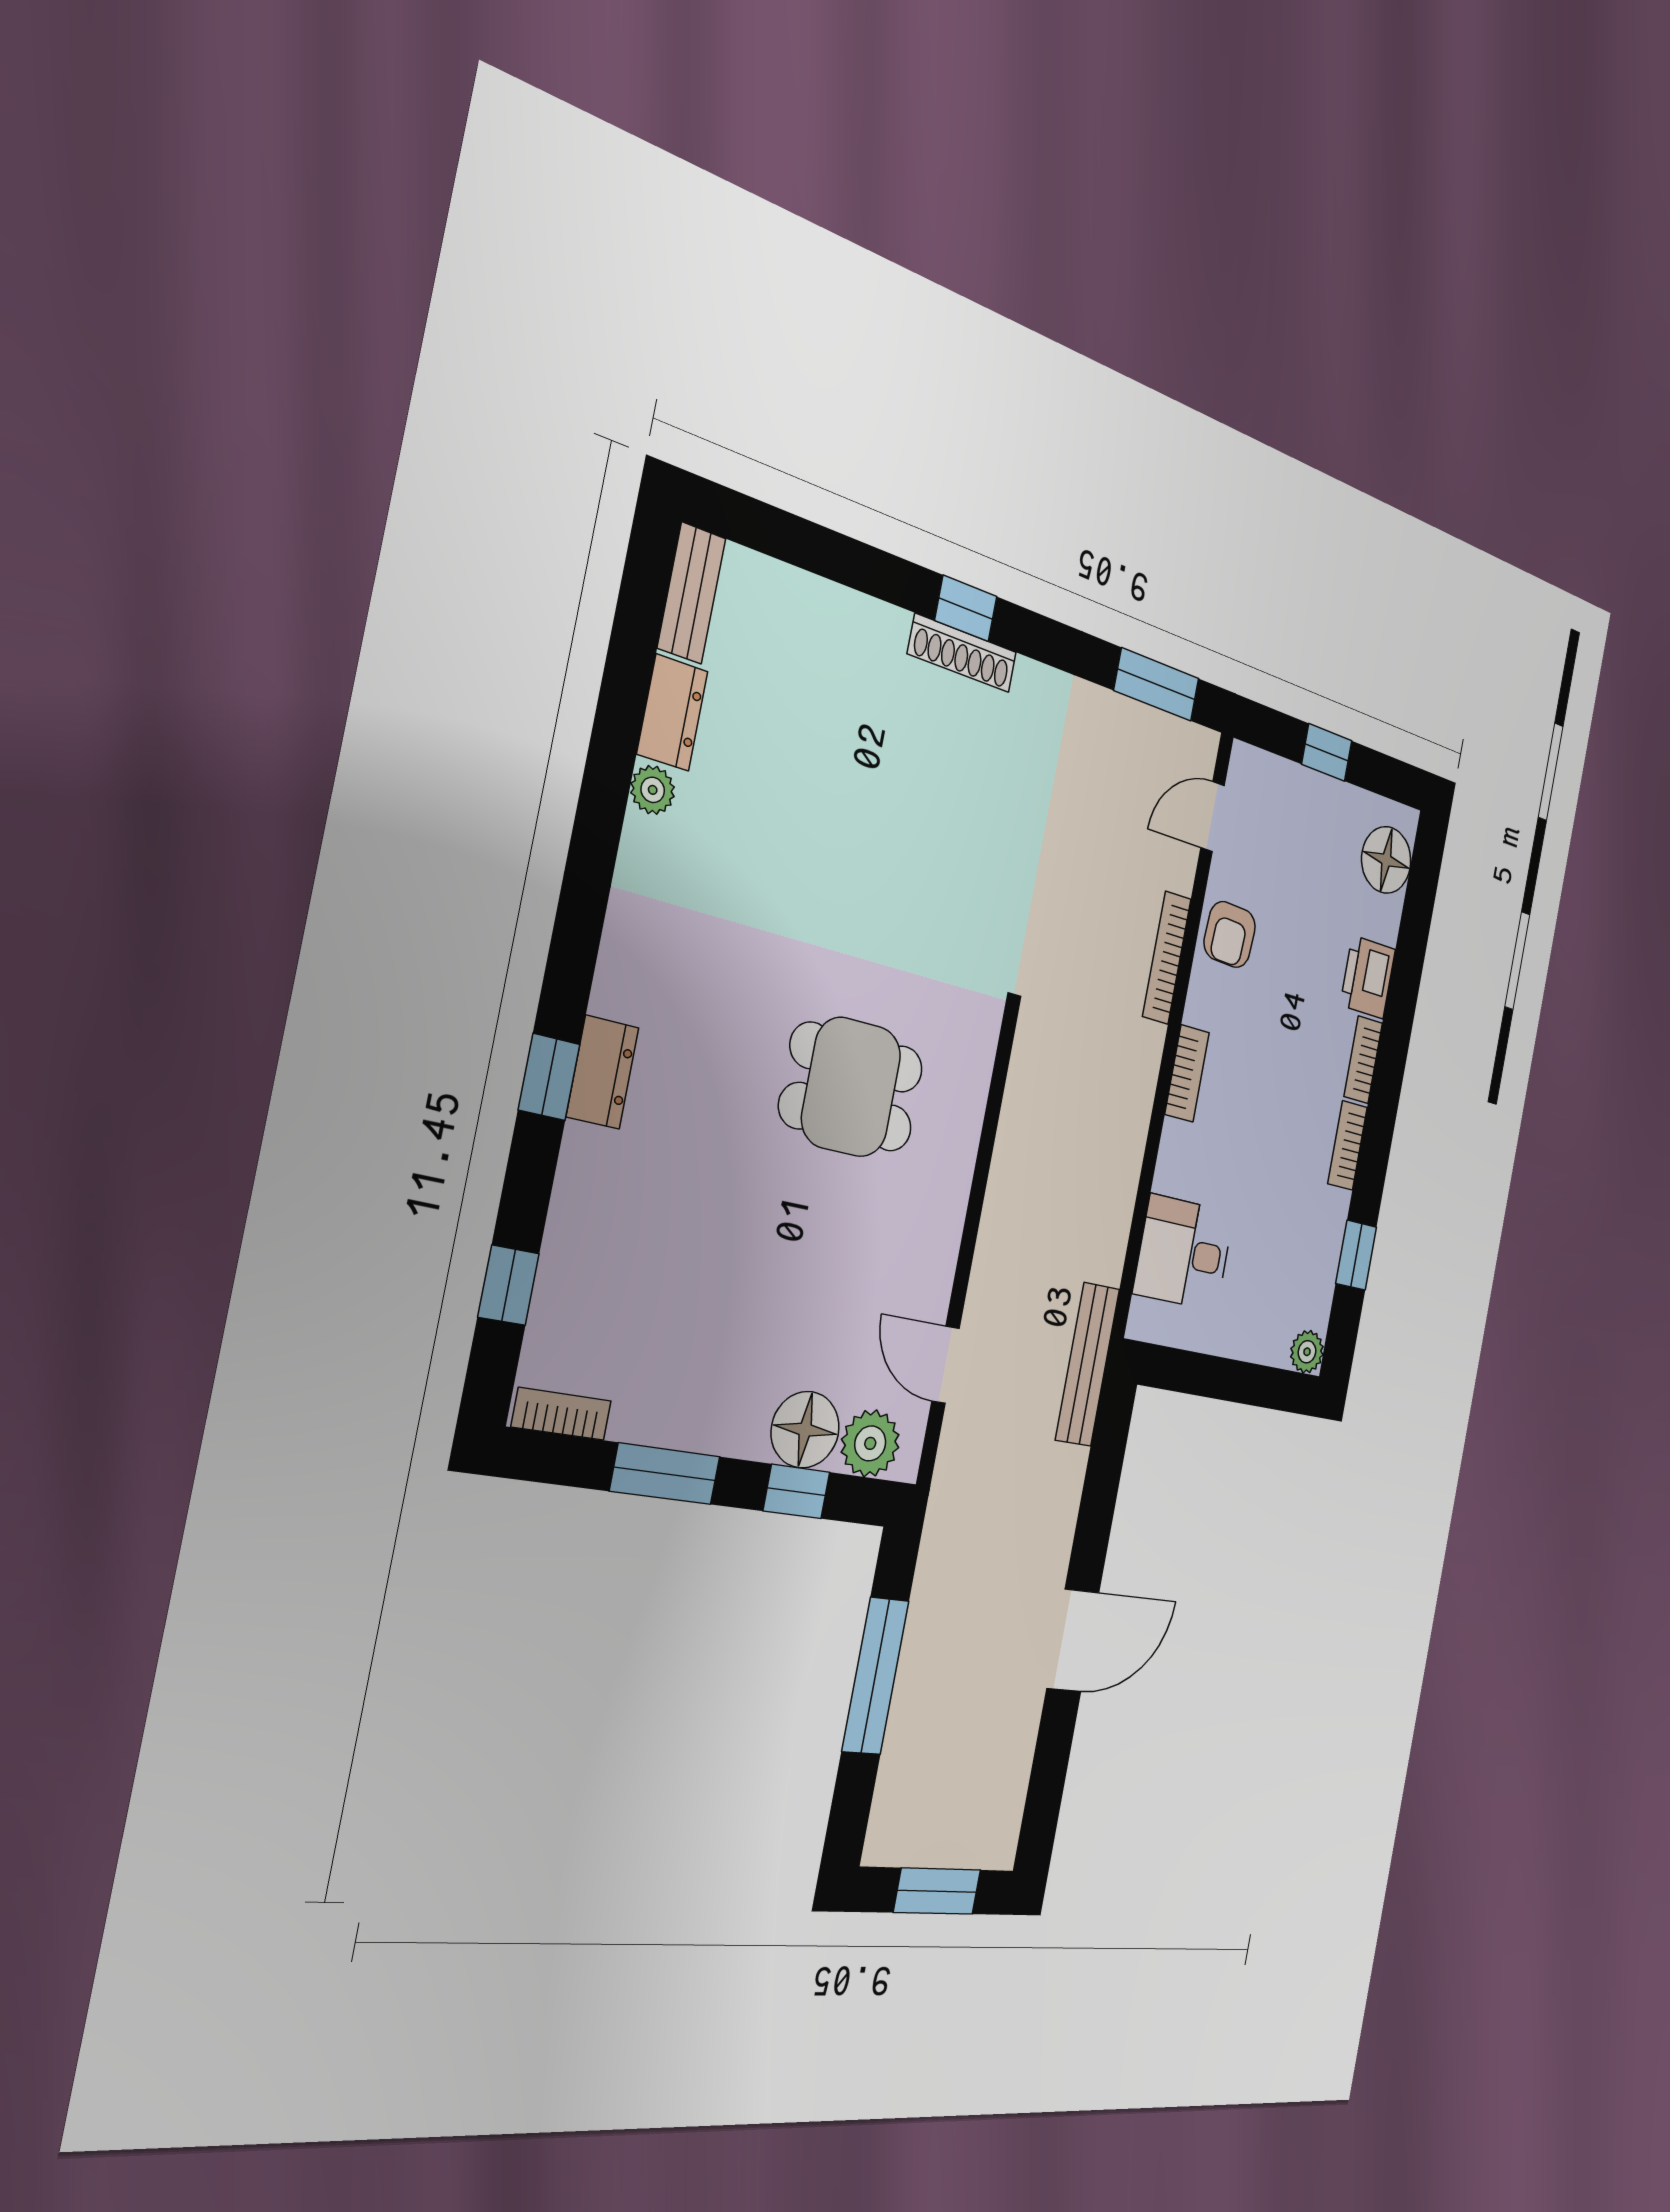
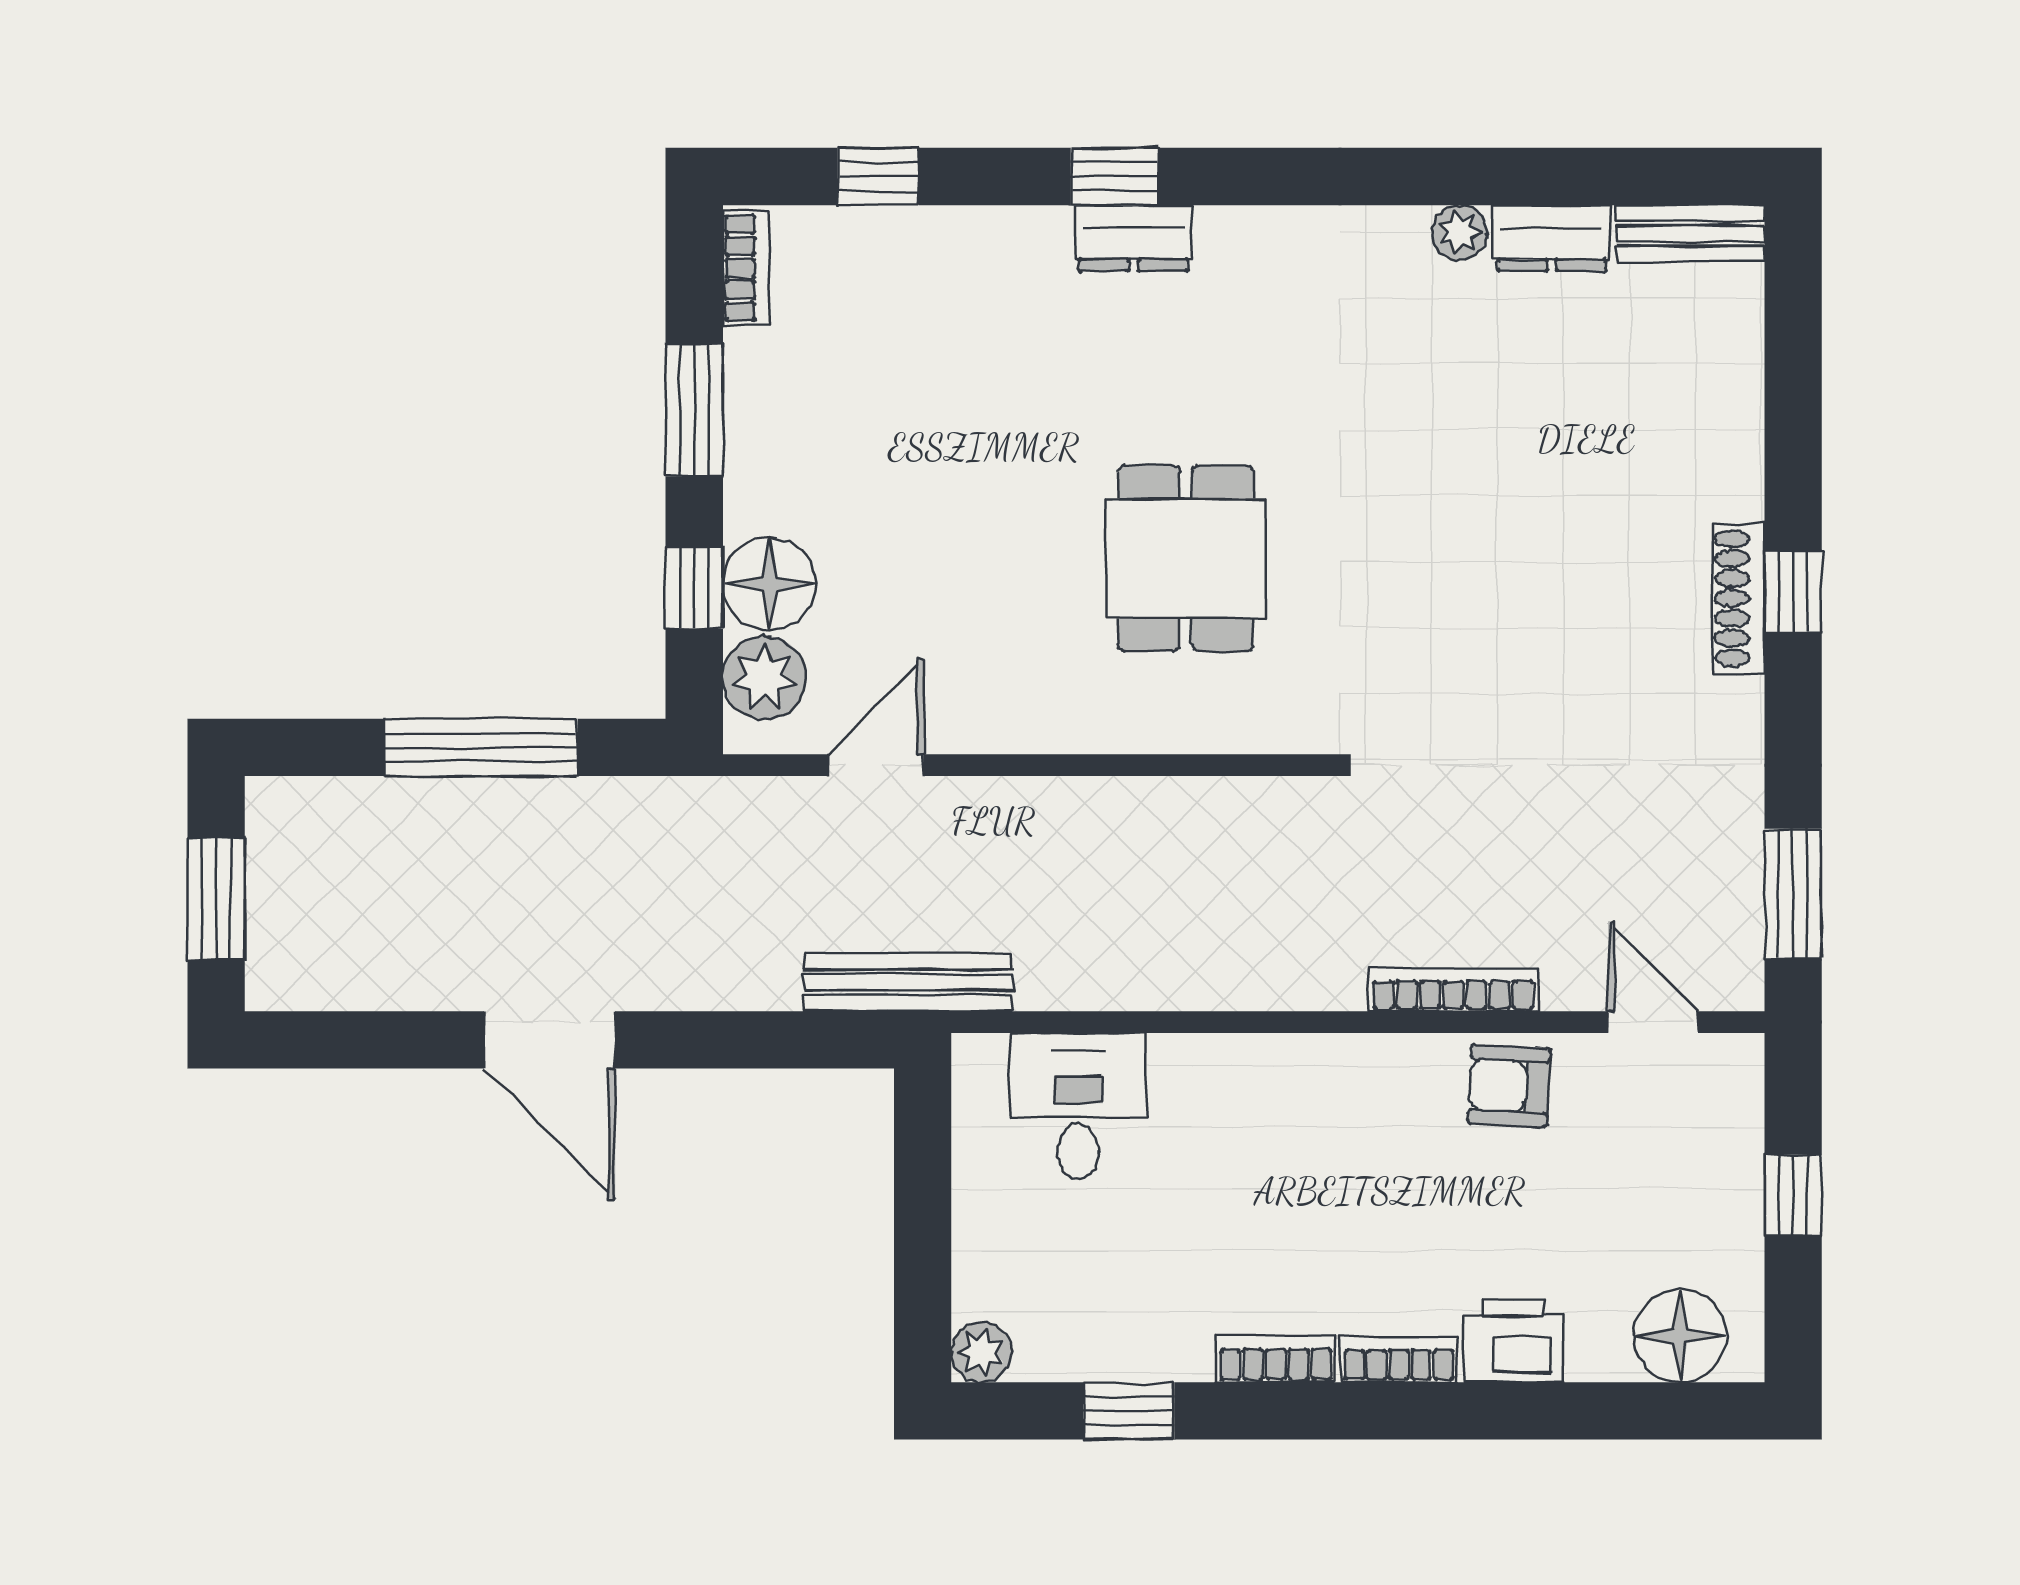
bookcase: (1187, 1073) -> (1312, 1057), removed

